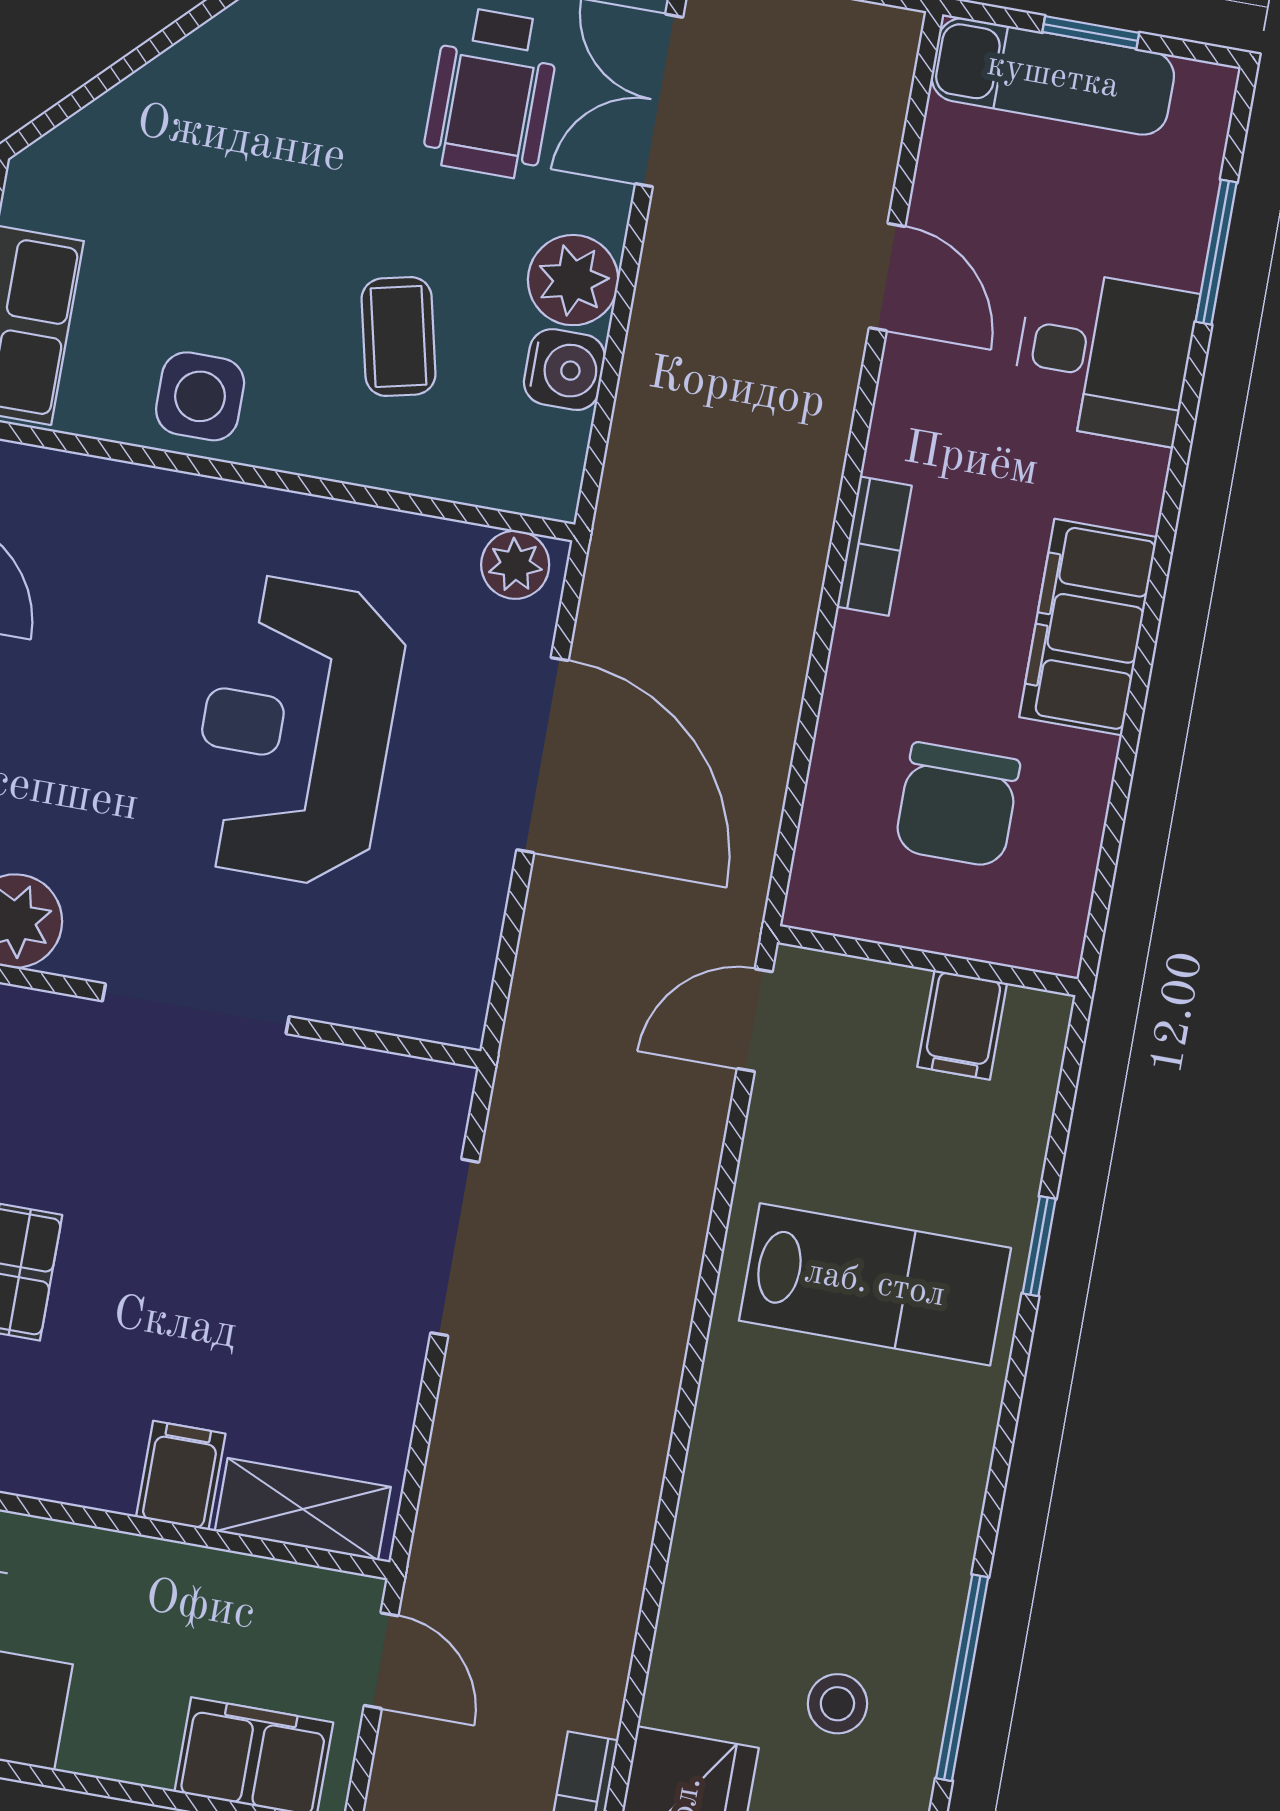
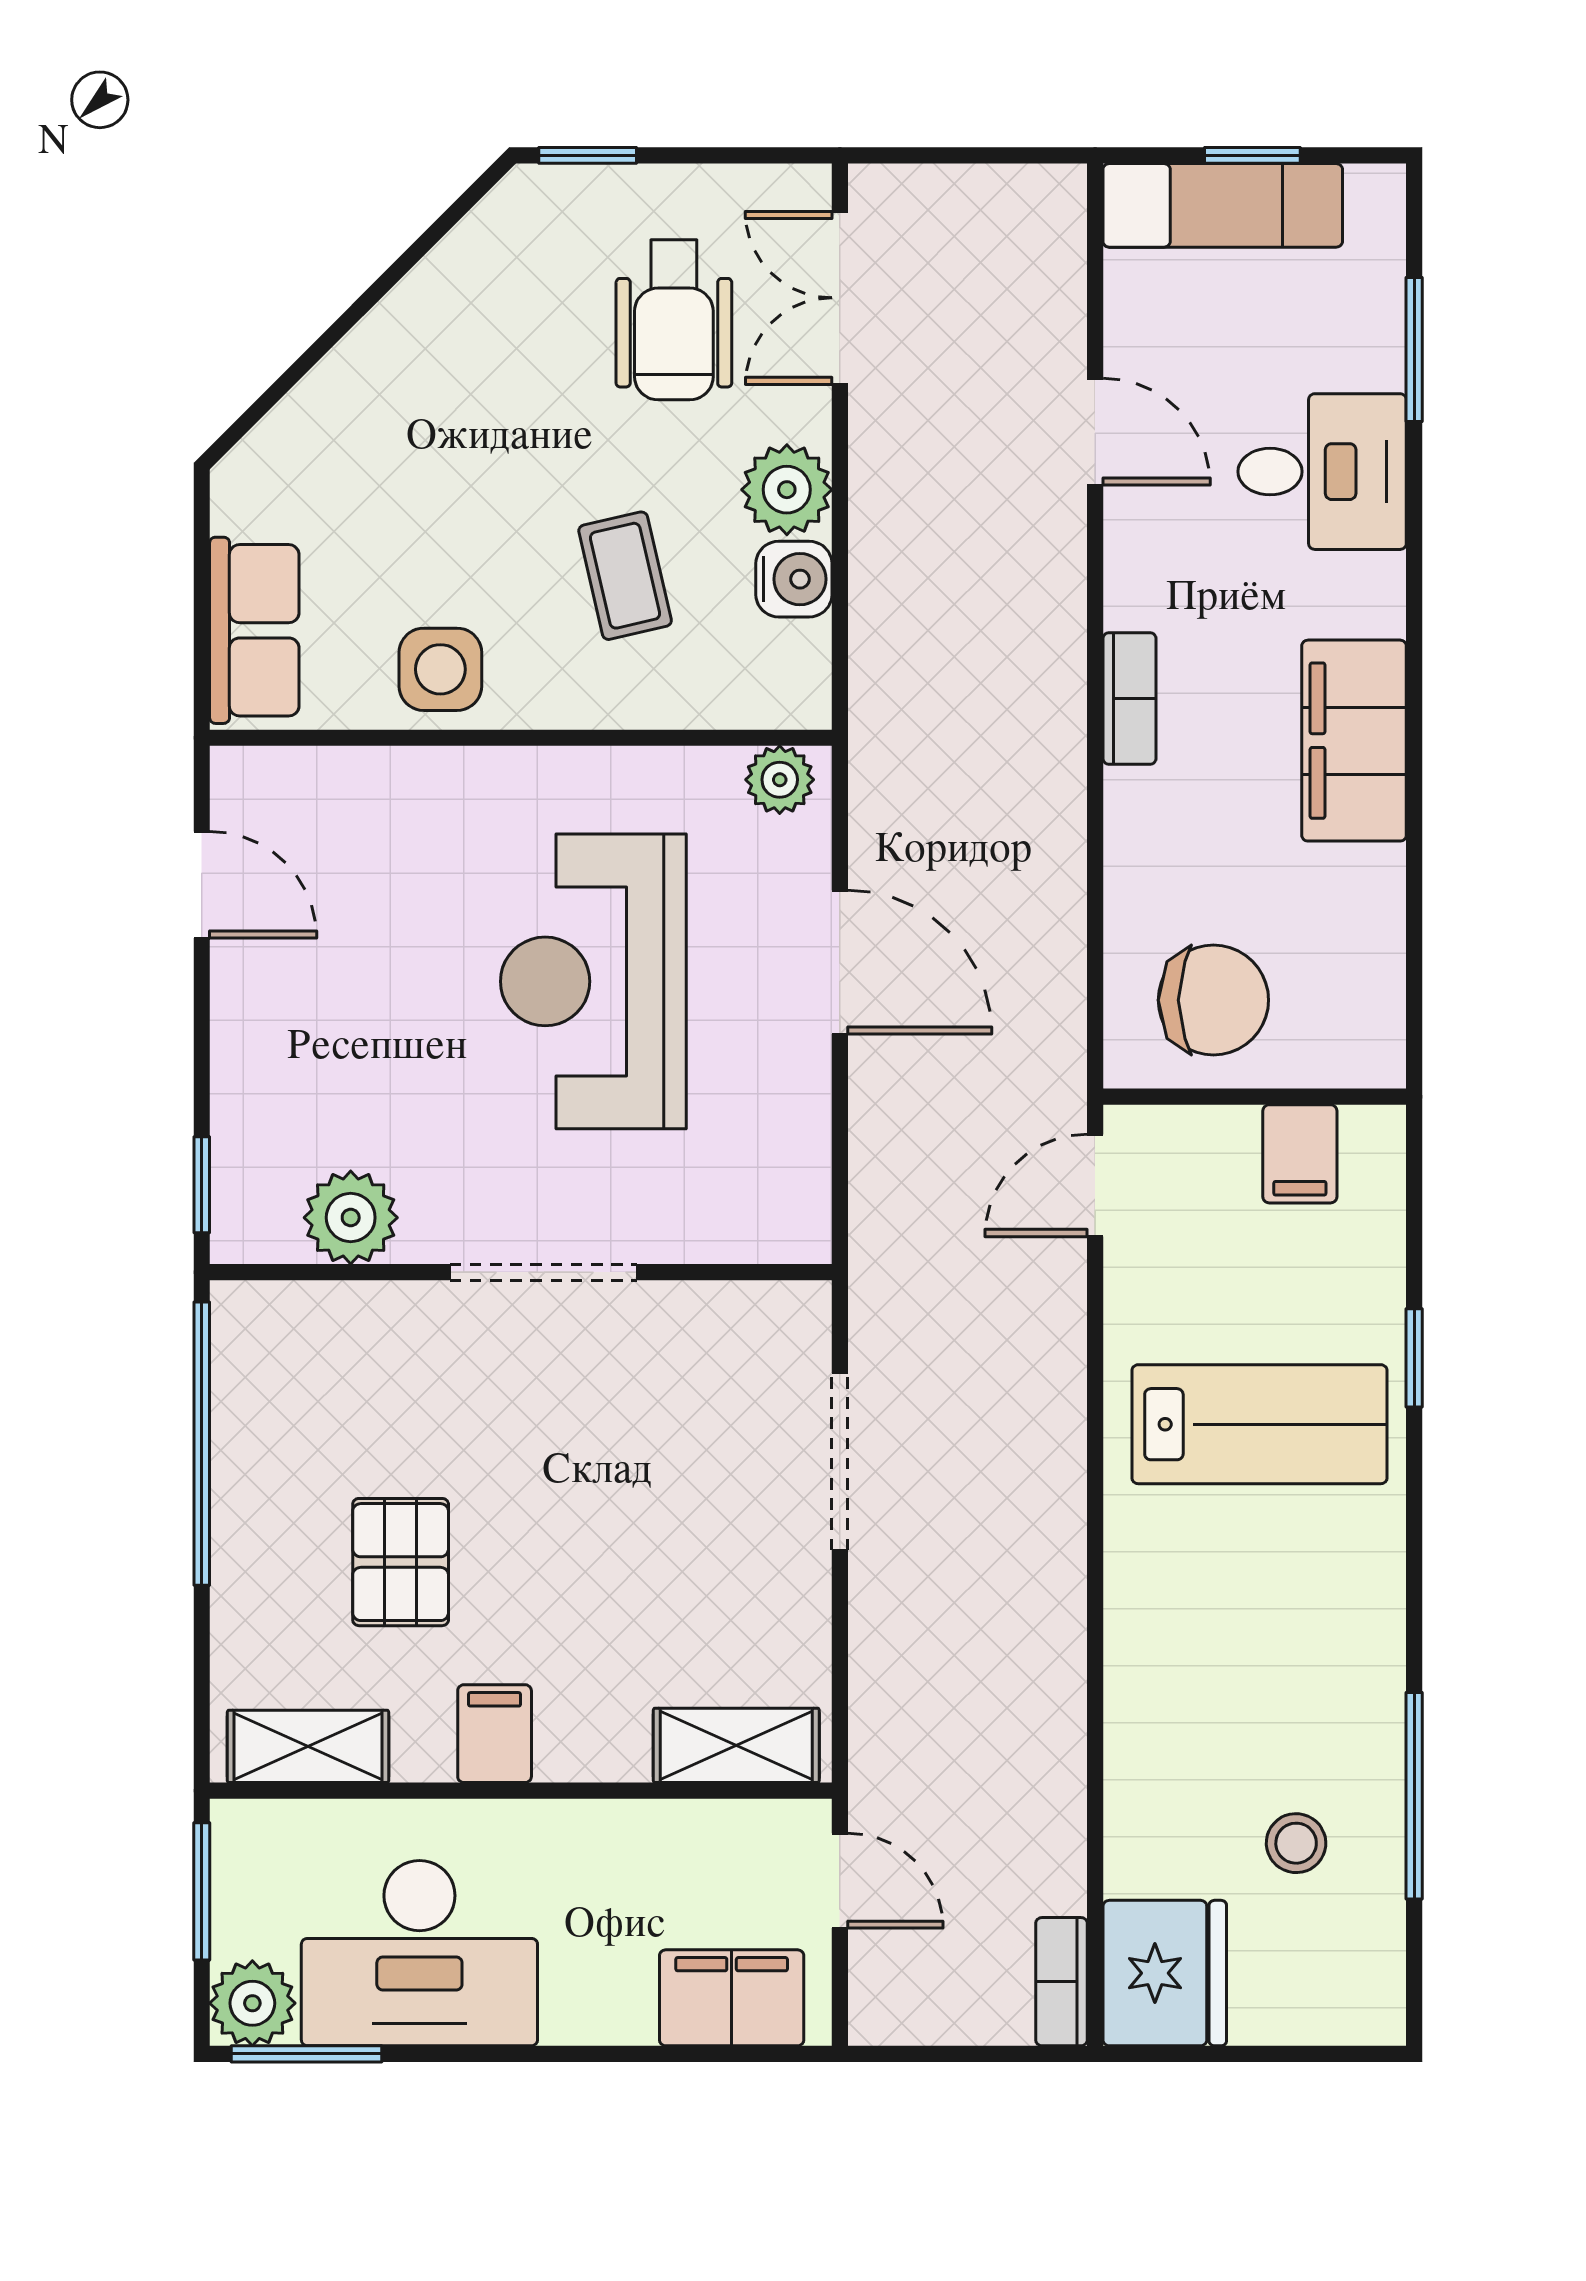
door: (542, 755) -> (840, 962), width x0.73
chair: (957, 805) -> (1213, 1000), moved, turned -90
filing cabinet: (181, 1475) -> (495, 1734), moved

